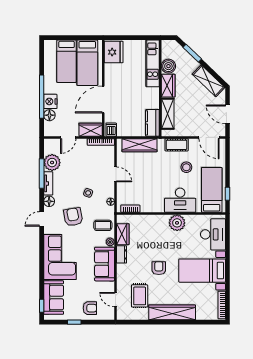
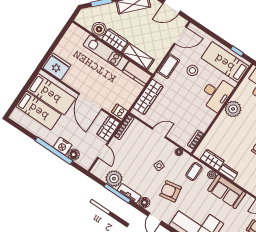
kitchen unit: (153, 63) -> (106, 53), moved

